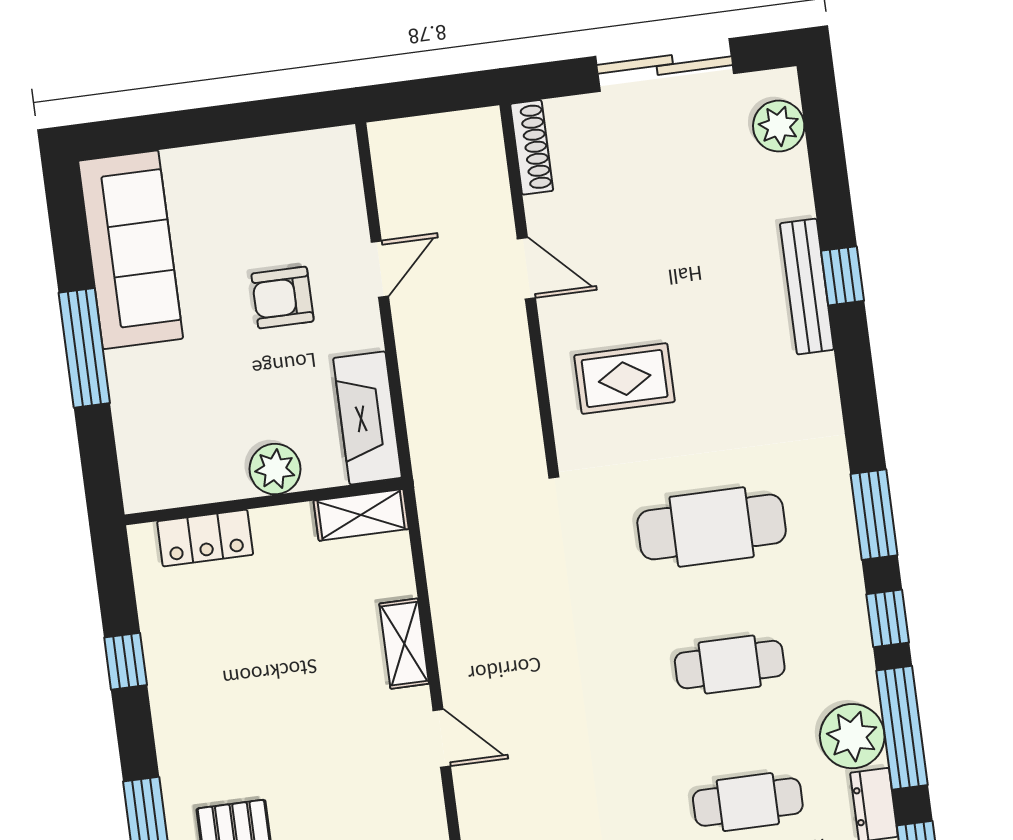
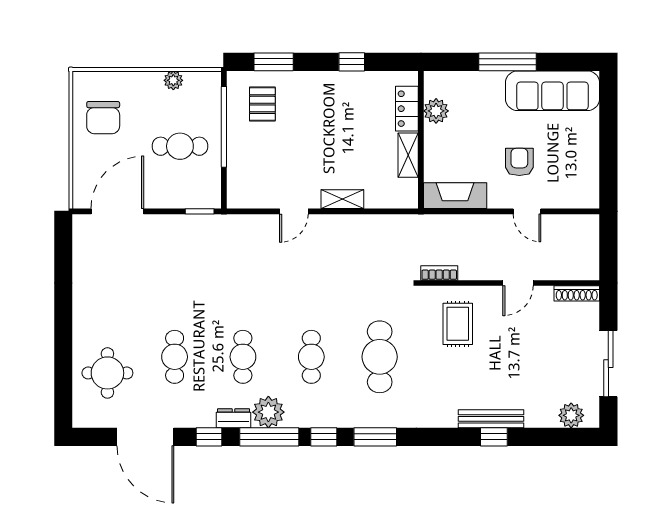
bookcase: (527, 429) -> (439, 273), added
plant: (275, 469) -> (436, 111), moved
shelving: (361, 515) -> (408, 155), moved

